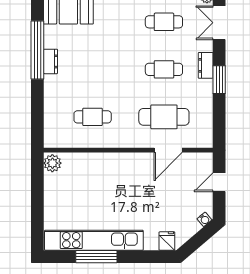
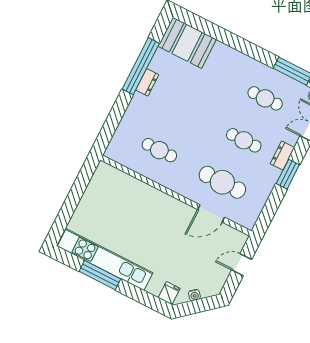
plant: (52, 163) -> (103, 173), removed
water cooler: (204, 219) -> (194, 295), moved

